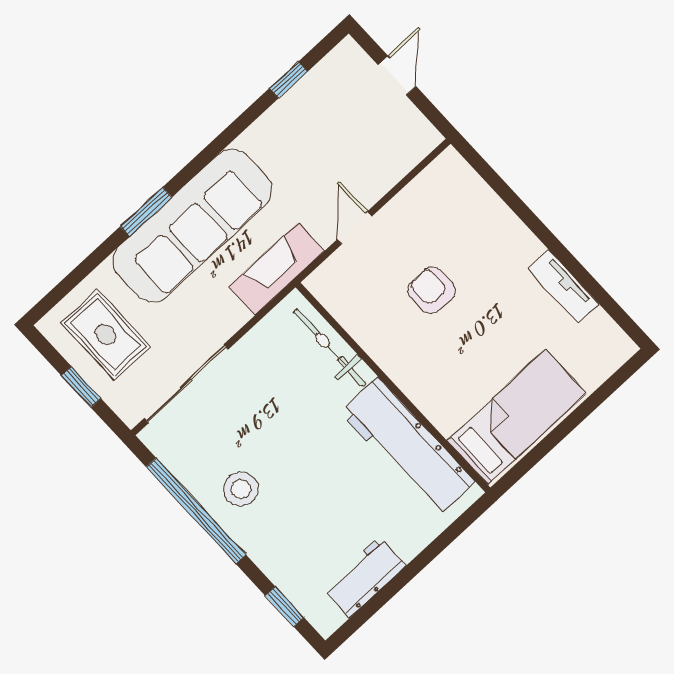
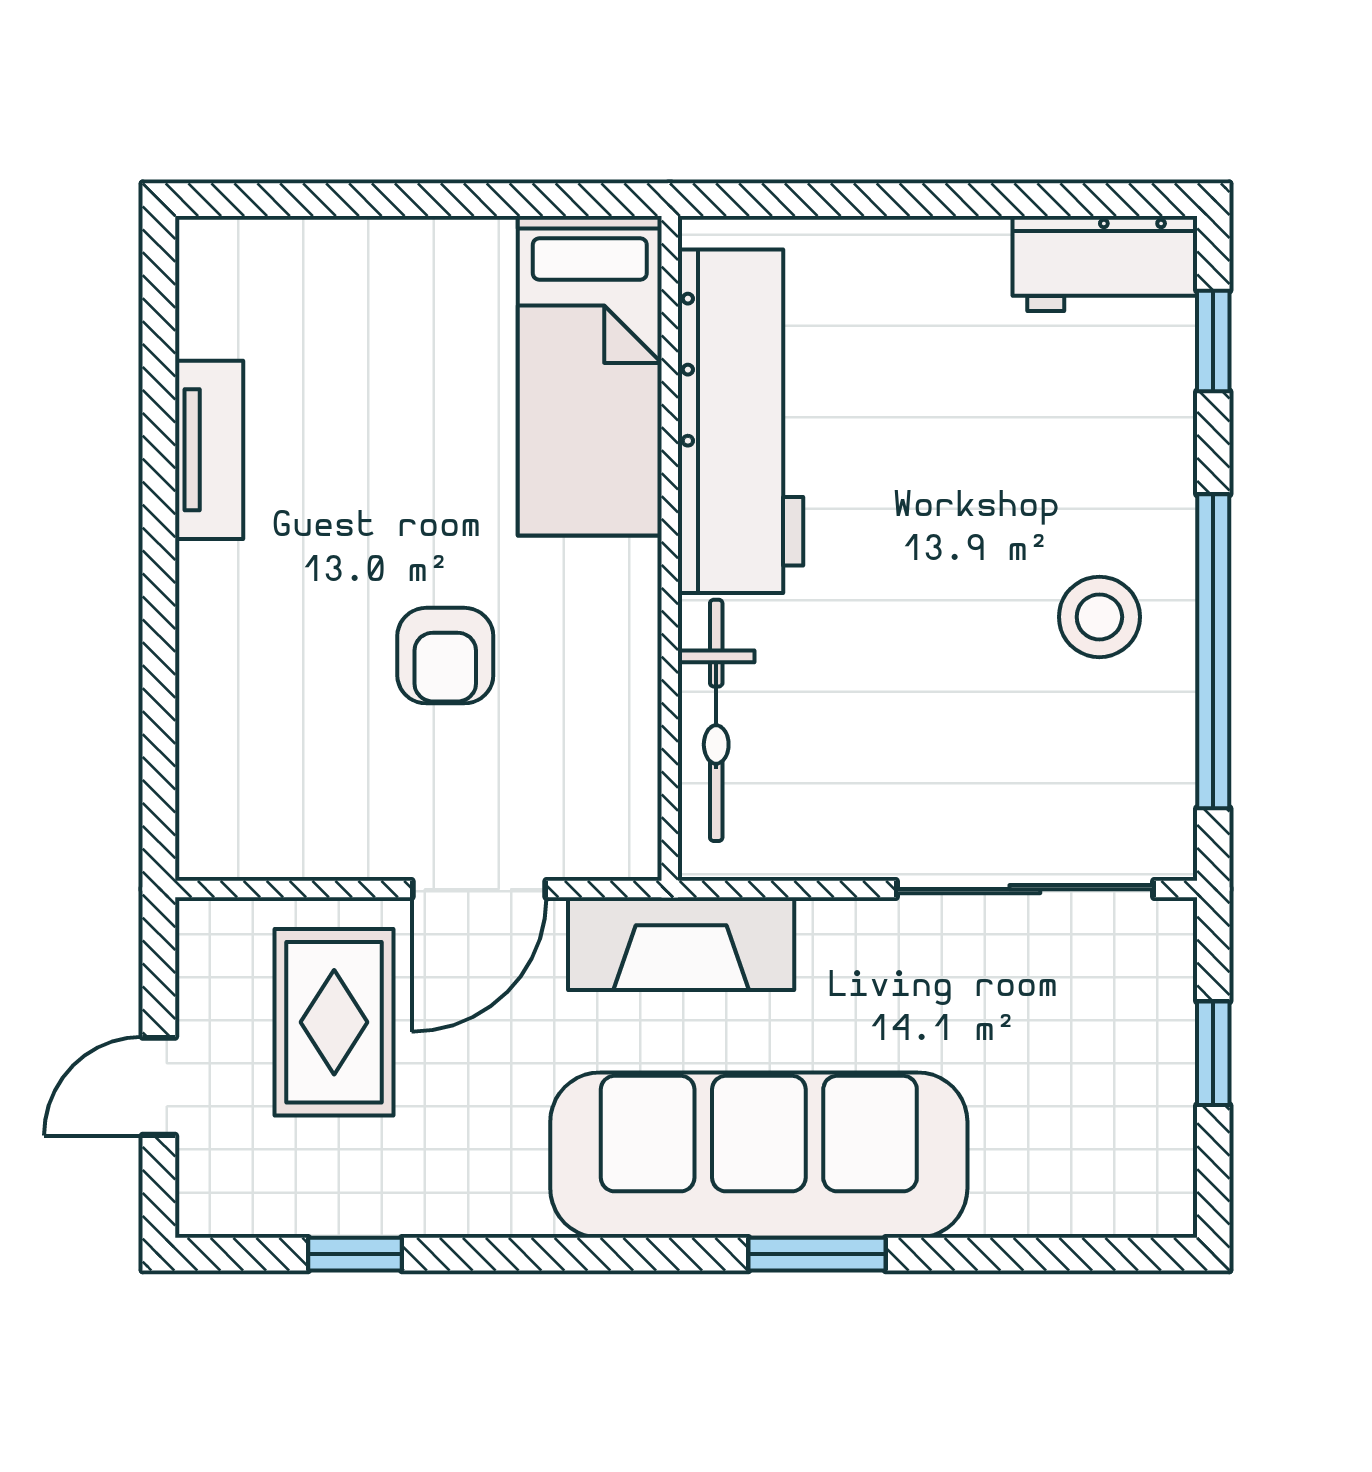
door: (355, 228) -> (479, 889), width x1.38
rug: (106, 334) -> (334, 1022), moved
bed: (517, 417) -> (590, 376), moved, turned -90
workbench: (364, 577) -> (1105, 263), moved

